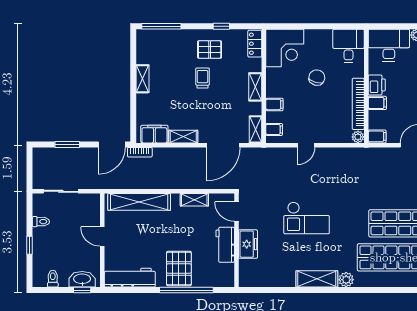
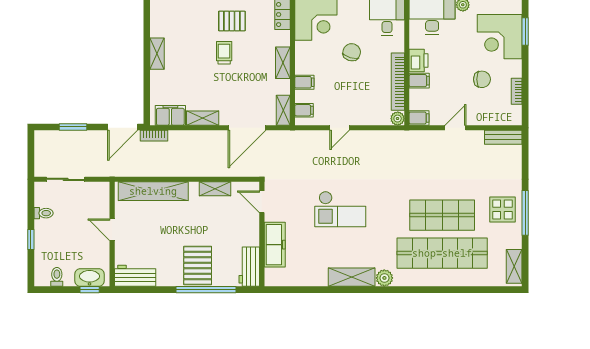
freezer: (248, 244) -> (275, 245), width x1.40
workbench: (225, 245) -> (249, 267), moved
workbench: (130, 278) -> (135, 276), width x0.73

